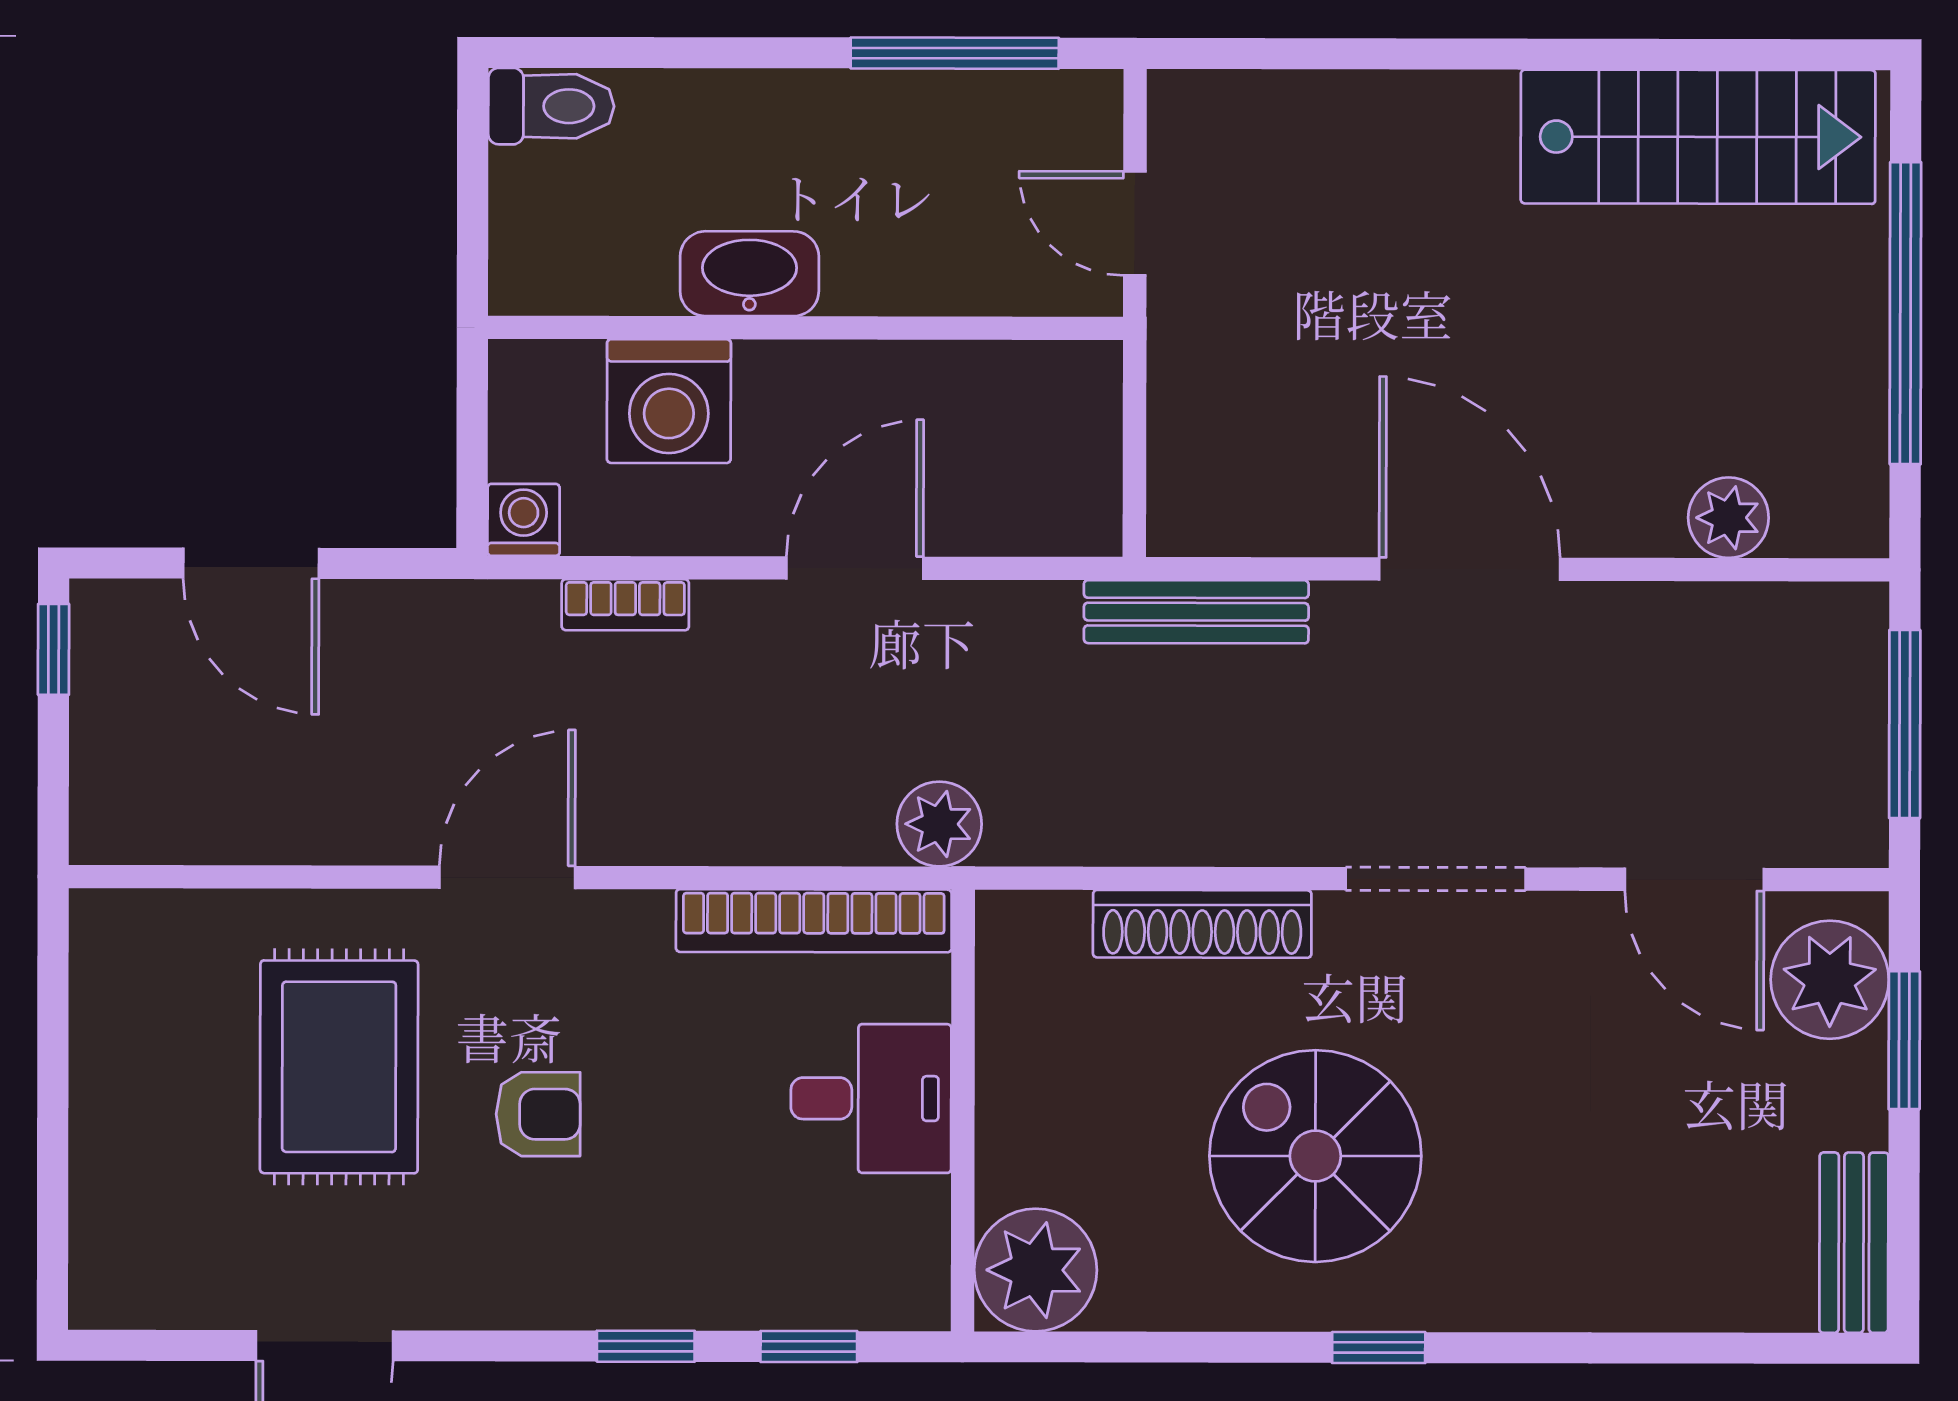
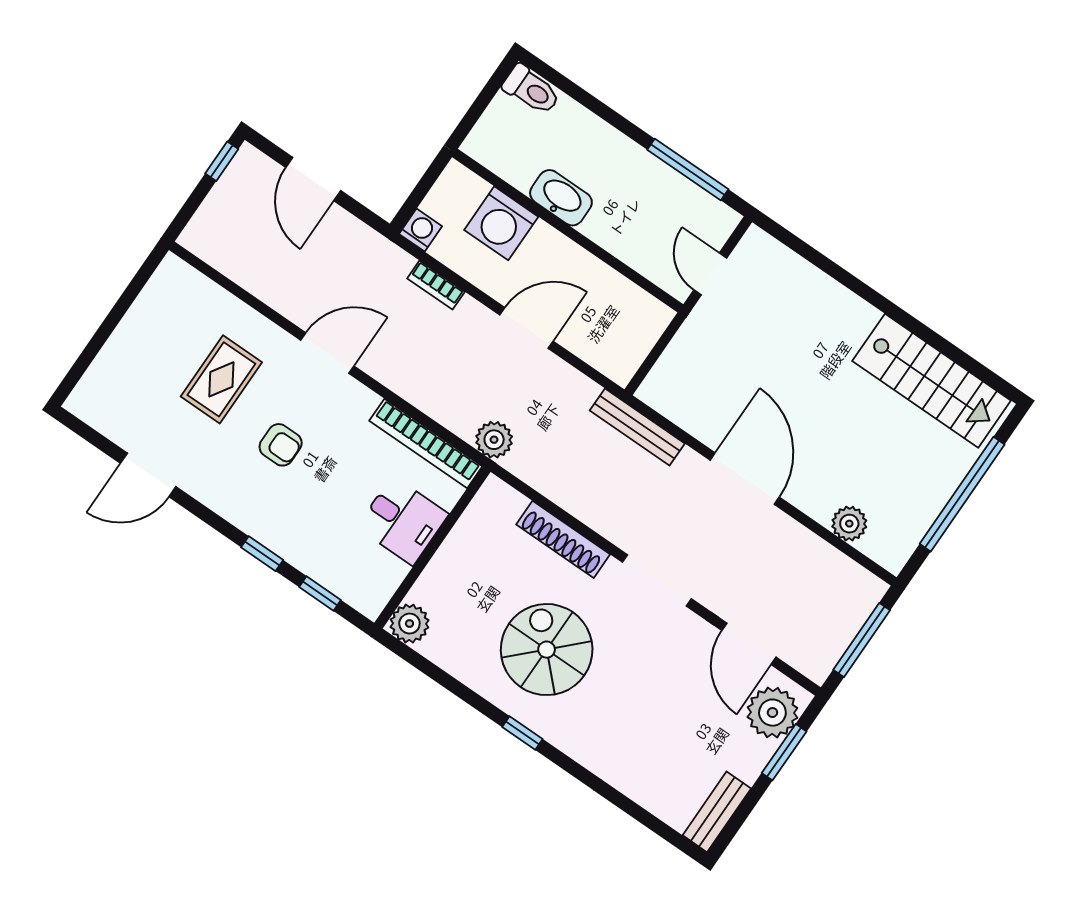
rug: (339, 1067) -> (221, 379), width x0.73, depth x0.70
plant: (1036, 1270) -> (409, 624), width x0.73, depth x0.73

